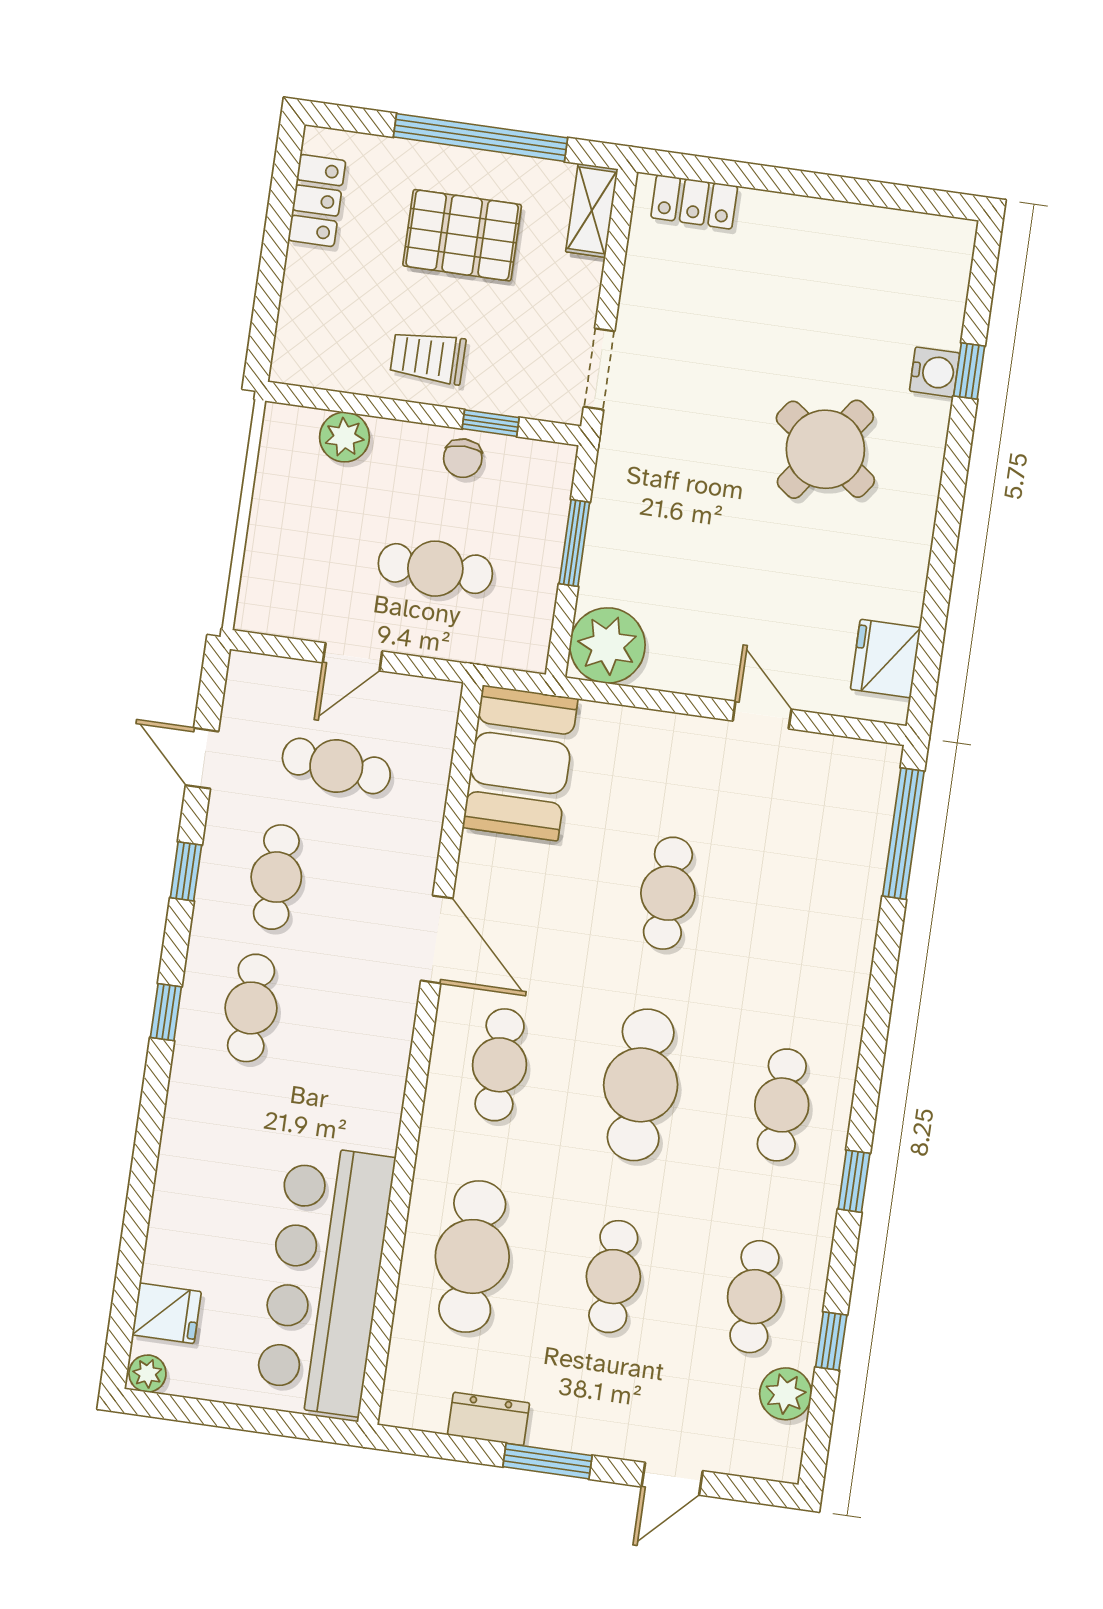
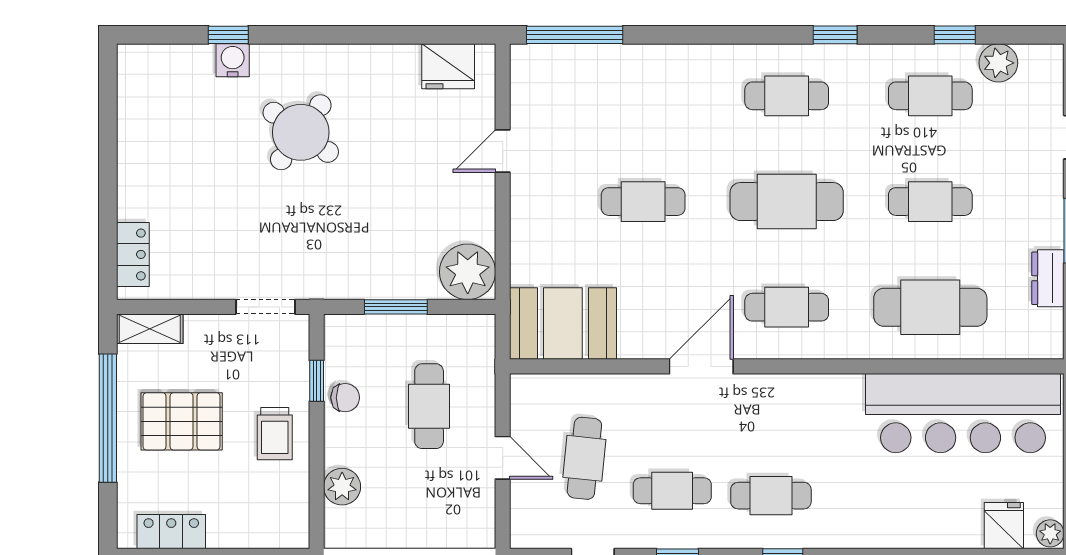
pallet: (462, 235) -> (182, 421), turned 90

